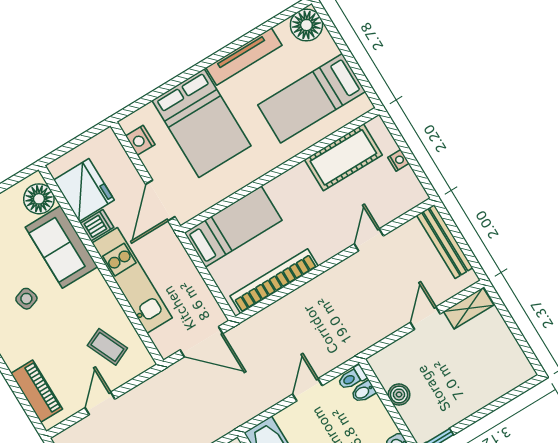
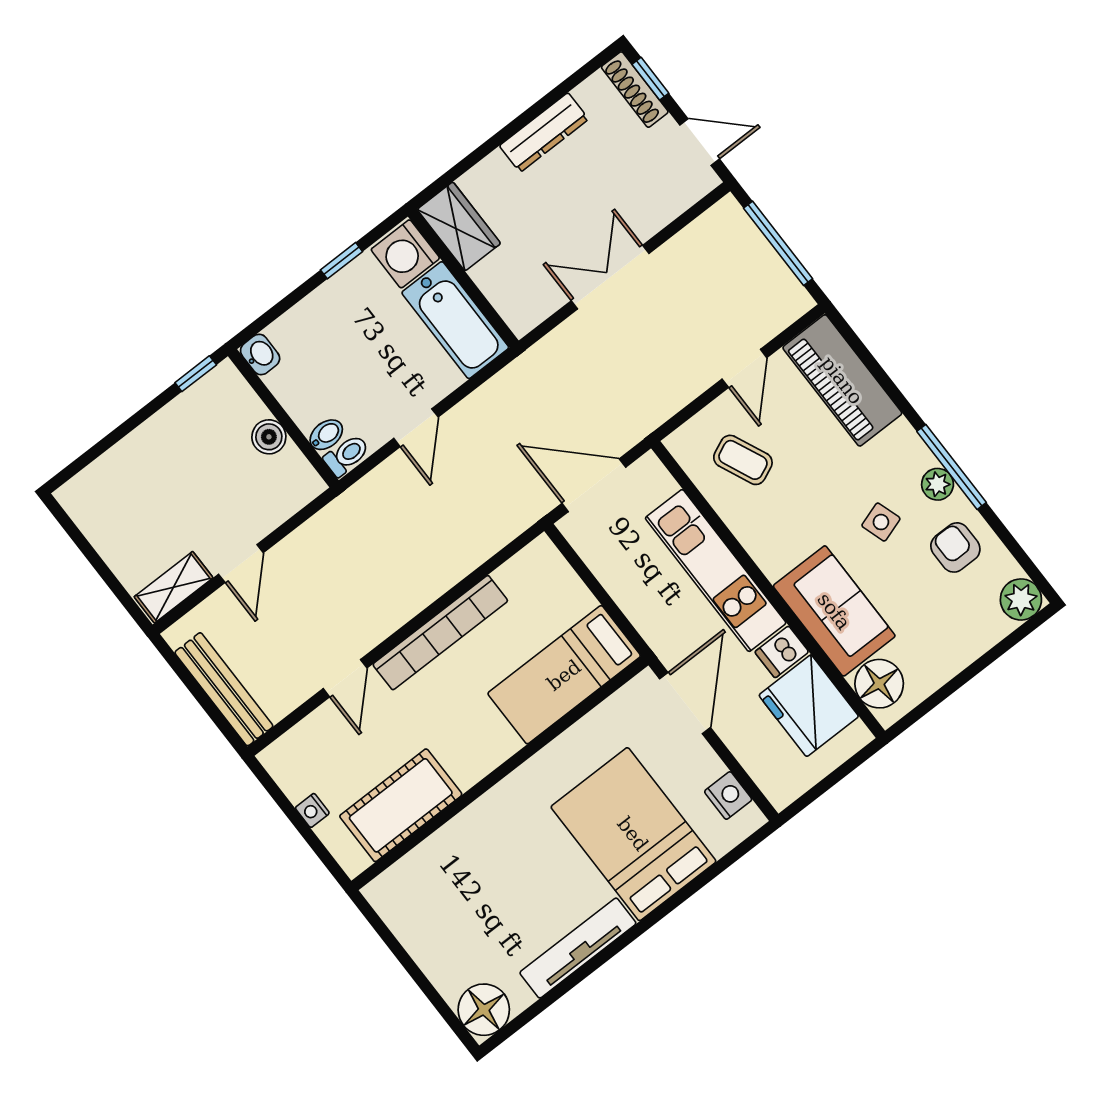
bed: (312, 98) -> (462, 894), removed
bookcase: (274, 281) -> (440, 633), moved
piano: (37, 391) -> (842, 380), width x1.37, depth x1.33

